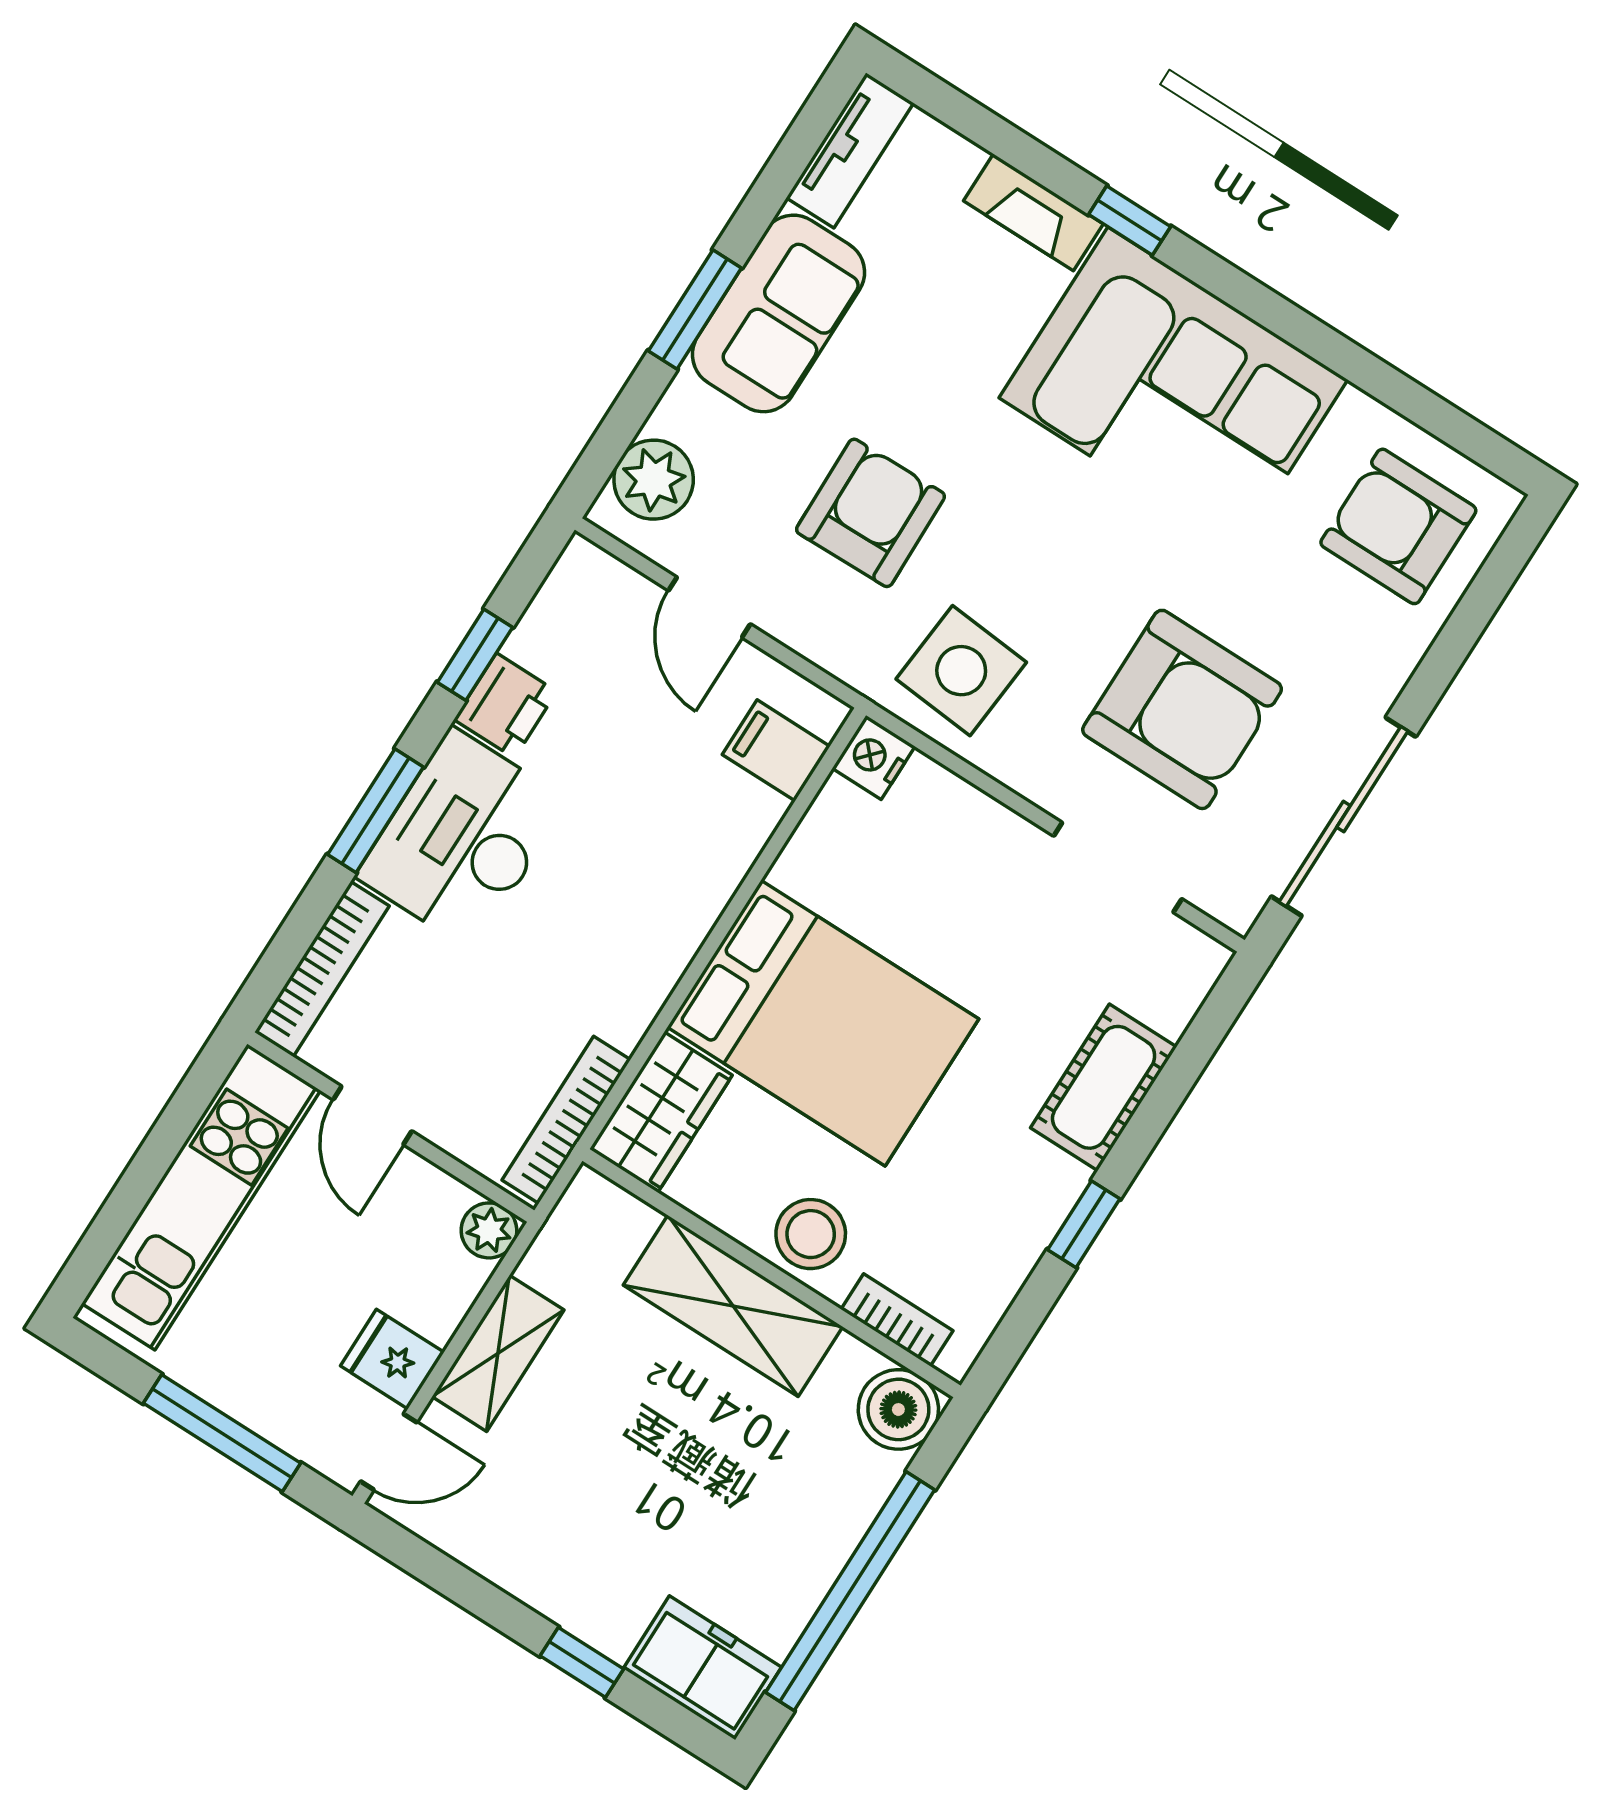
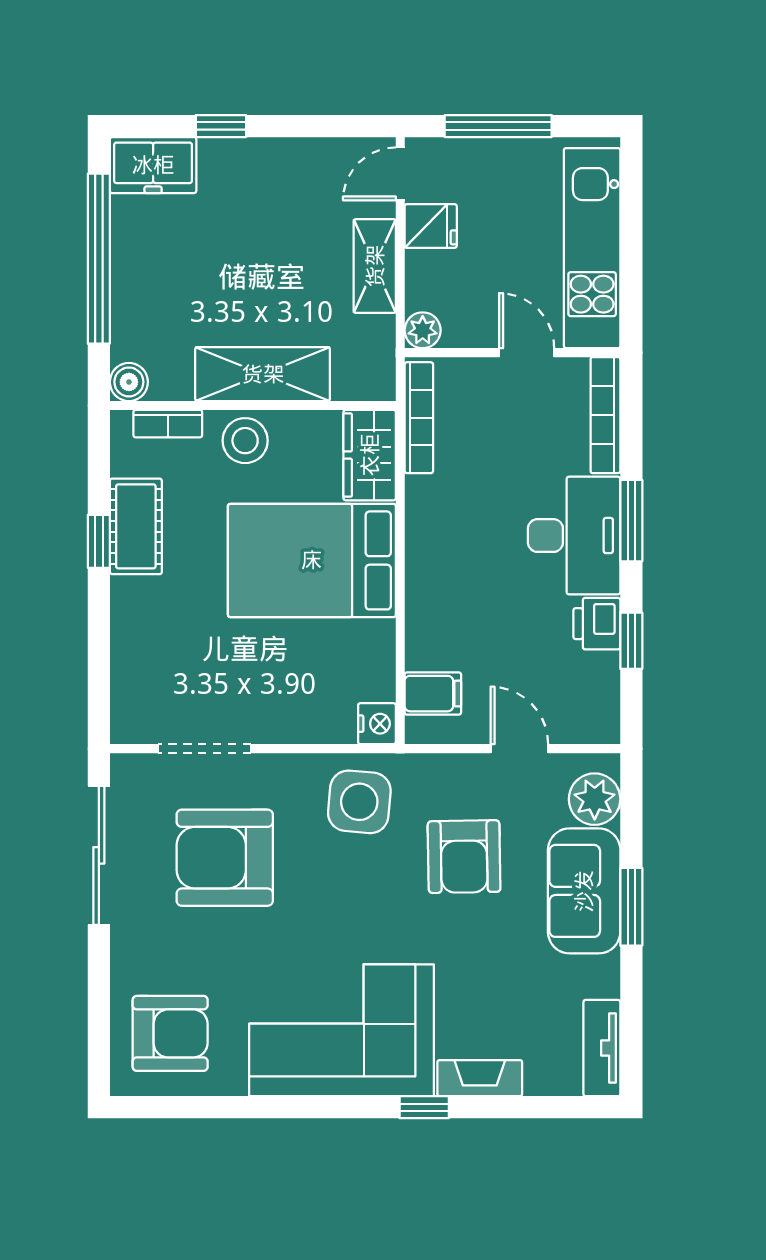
sofa: (778, 313) -> (584, 891), moved
cot: (1104, 1087) -> (136, 526), moved
boiler: (898, 1409) -> (129, 382), width x0.73, depth x0.73

